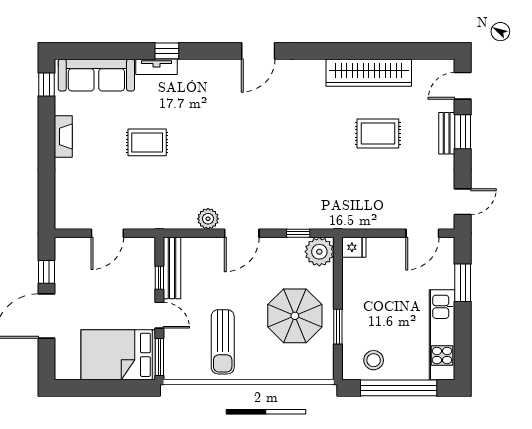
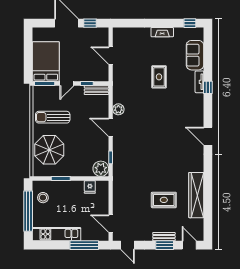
sofa: (96, 75) -> (195, 55), width x0.73
rug: (378, 133) -> (164, 200), turned 90
fridge: (354, 247) -> (90, 187), moved
bench: (172, 268) -> (96, 90), width x0.73
window: (463, 283) -> (84, 245), width x1.44
parasol: (295, 316) -> (49, 150), moved

